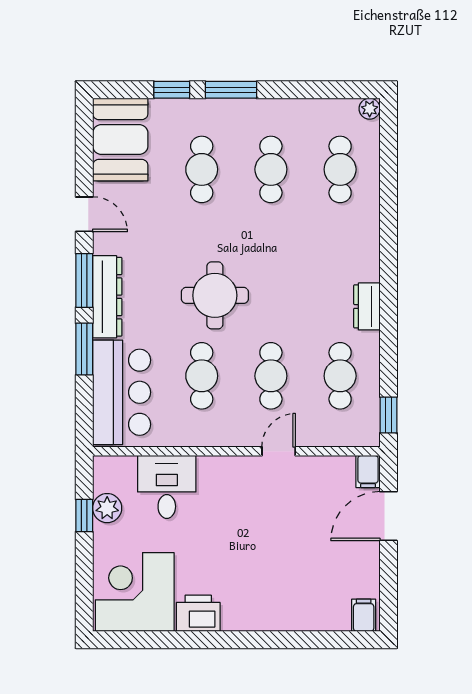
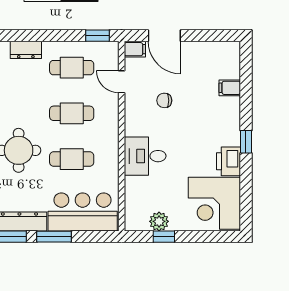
door: (279, 451) -> (122, 82), moved
desk: (167, 487) -> (145, 156), moved
chair: (290, 516) -> (164, 100), added
filing cabinet: (364, 615) -> (230, 88), moved
window: (228, 640) -> (246, 142), added

